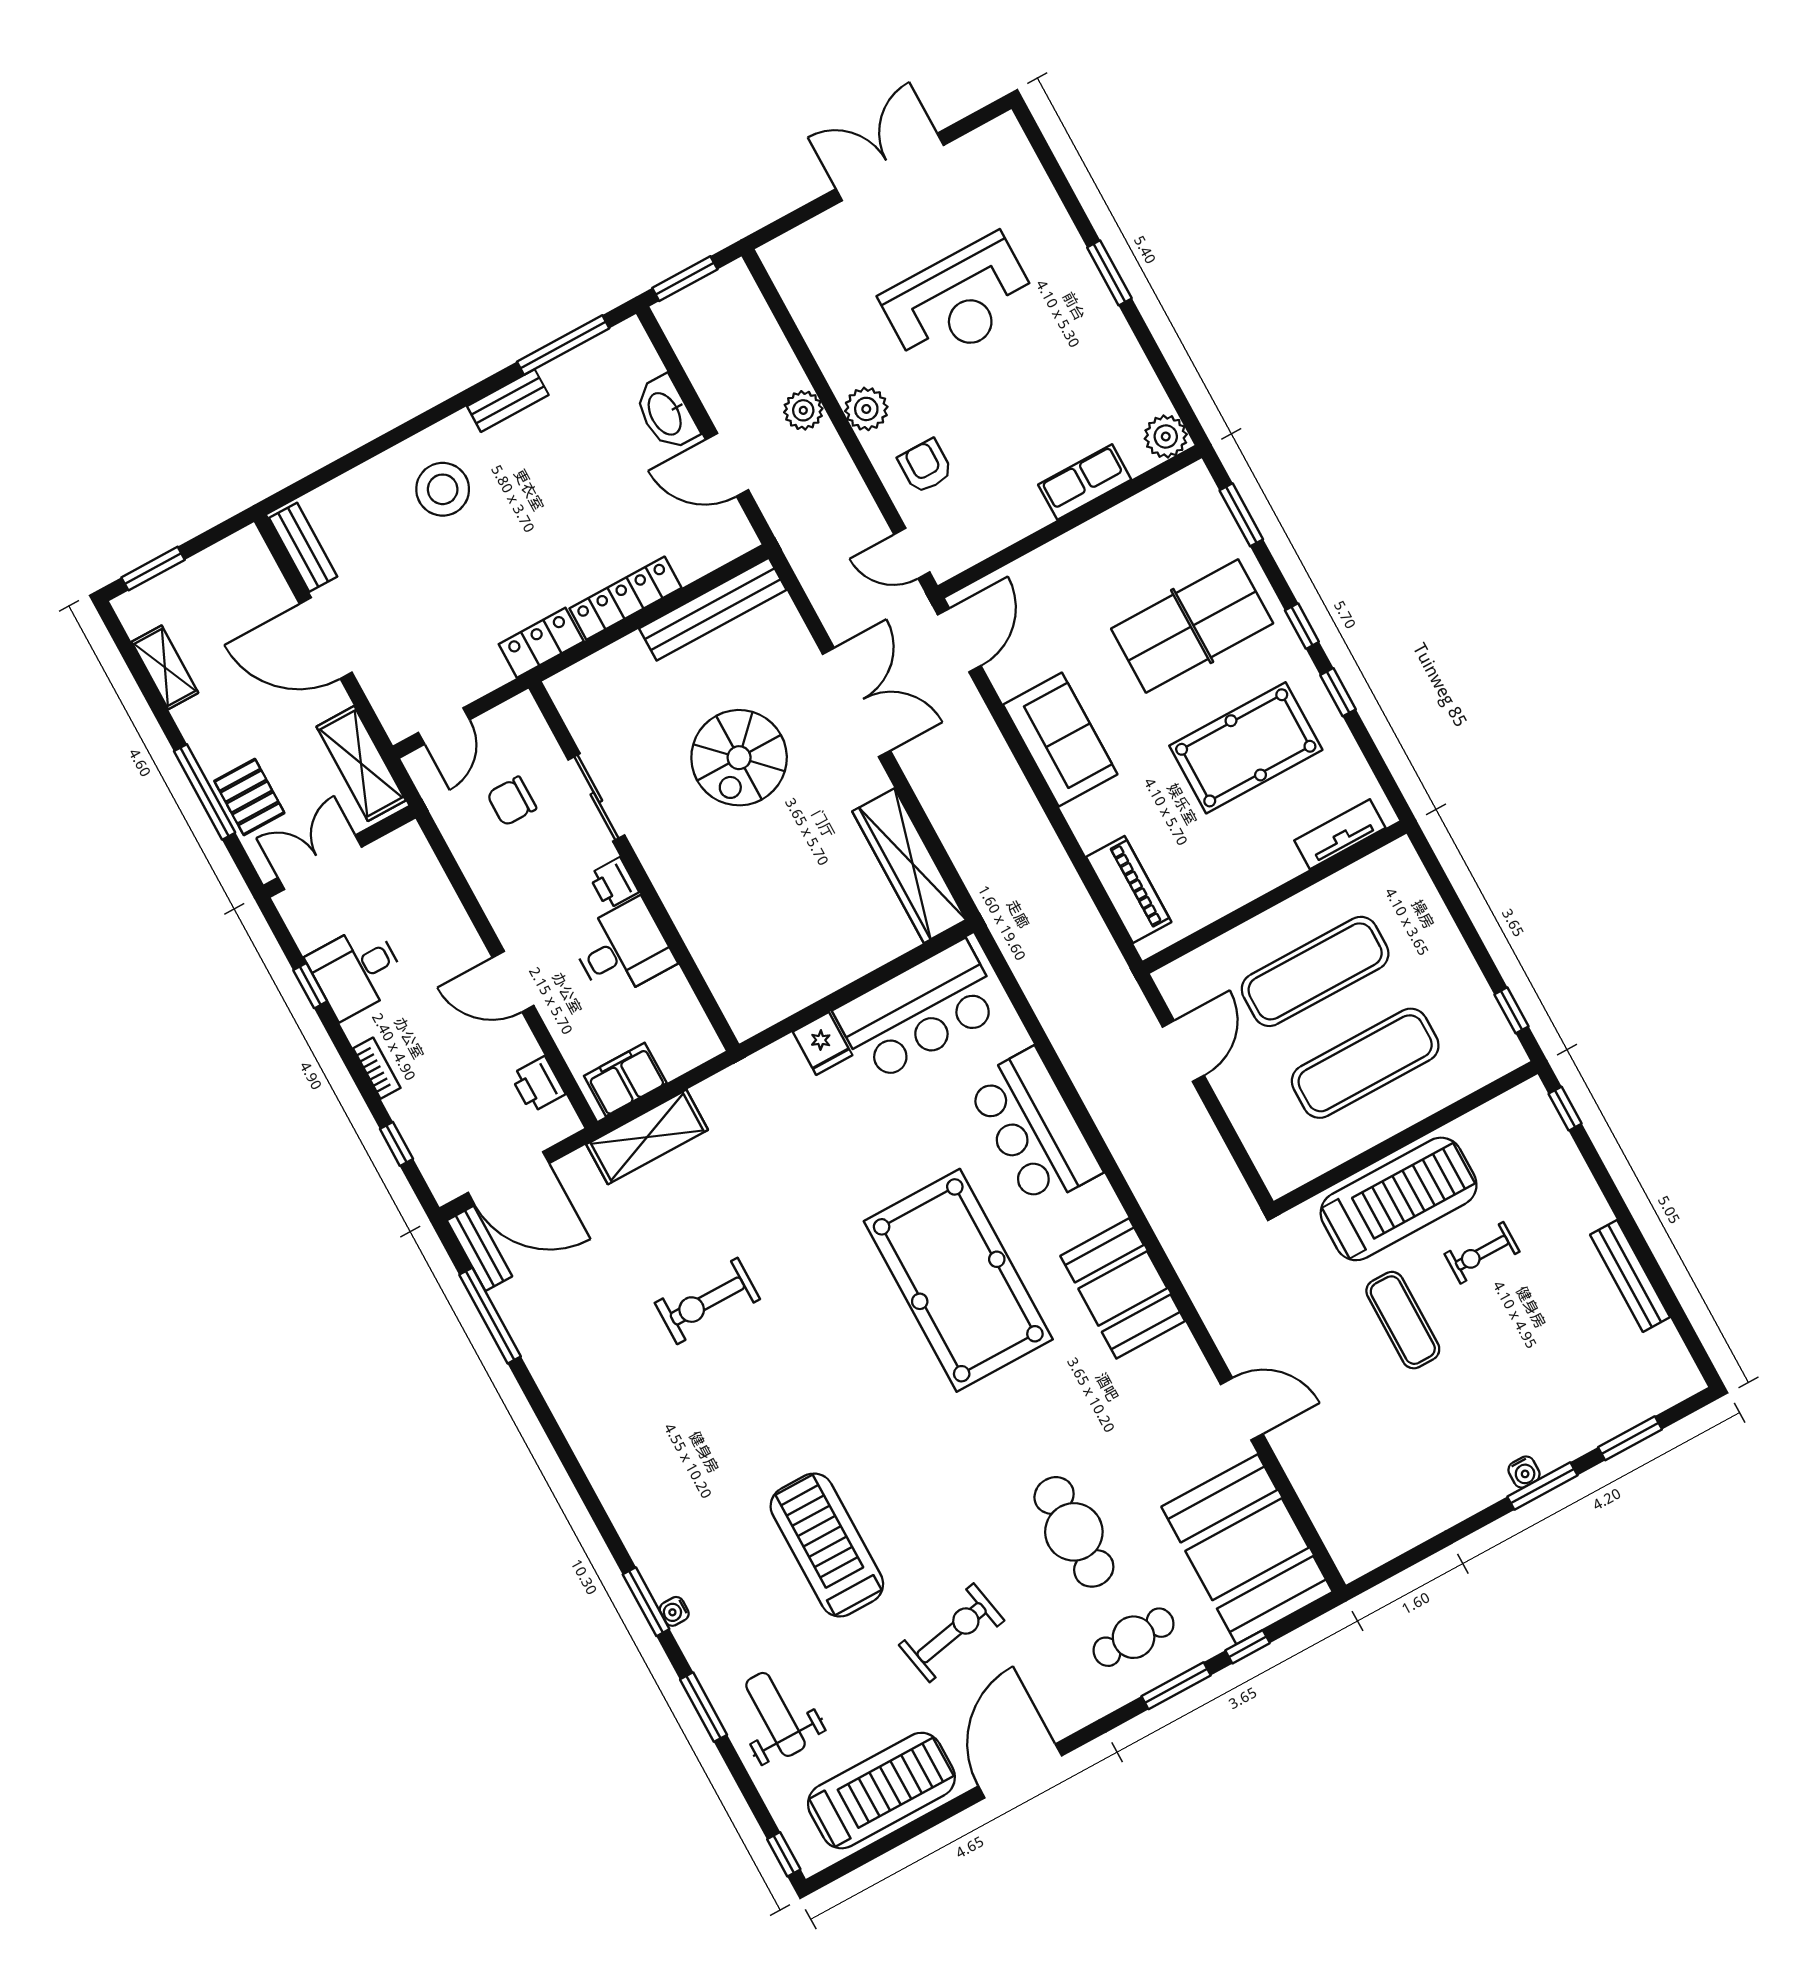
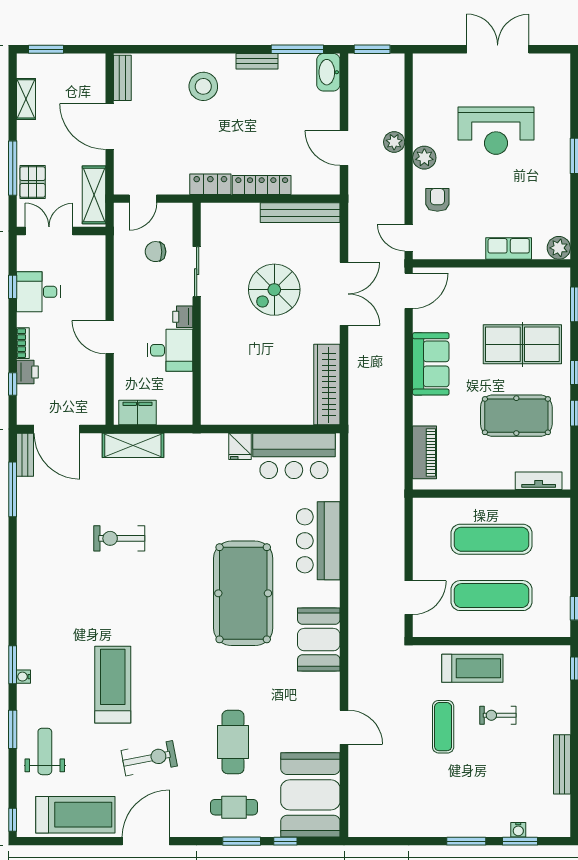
washbasin: (666, 413) -> (328, 72), moved
door: (1183, 1051) -> (409, 598), moved
printer: (538, 1085) -> (27, 372), moved, turned 180
treadmill: (1399, 1199) -> (472, 668), width x0.73, depth x0.73
water cooler: (1524, 1472) -> (518, 830), moved

